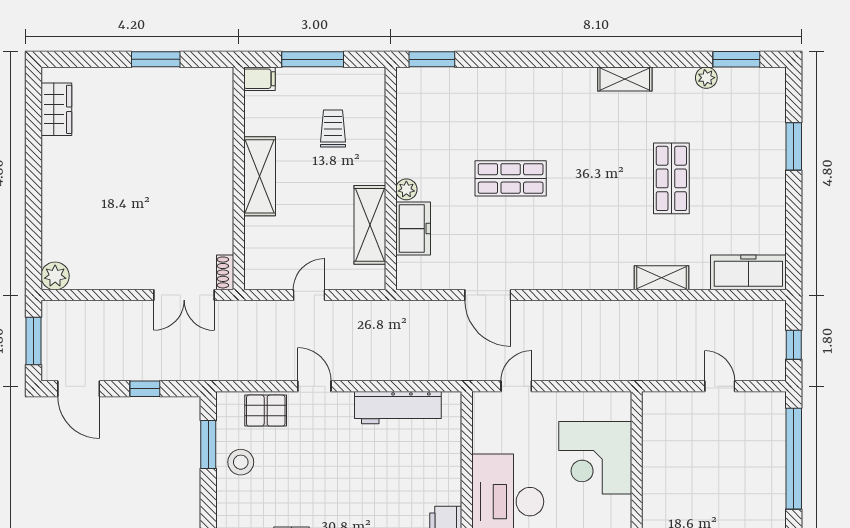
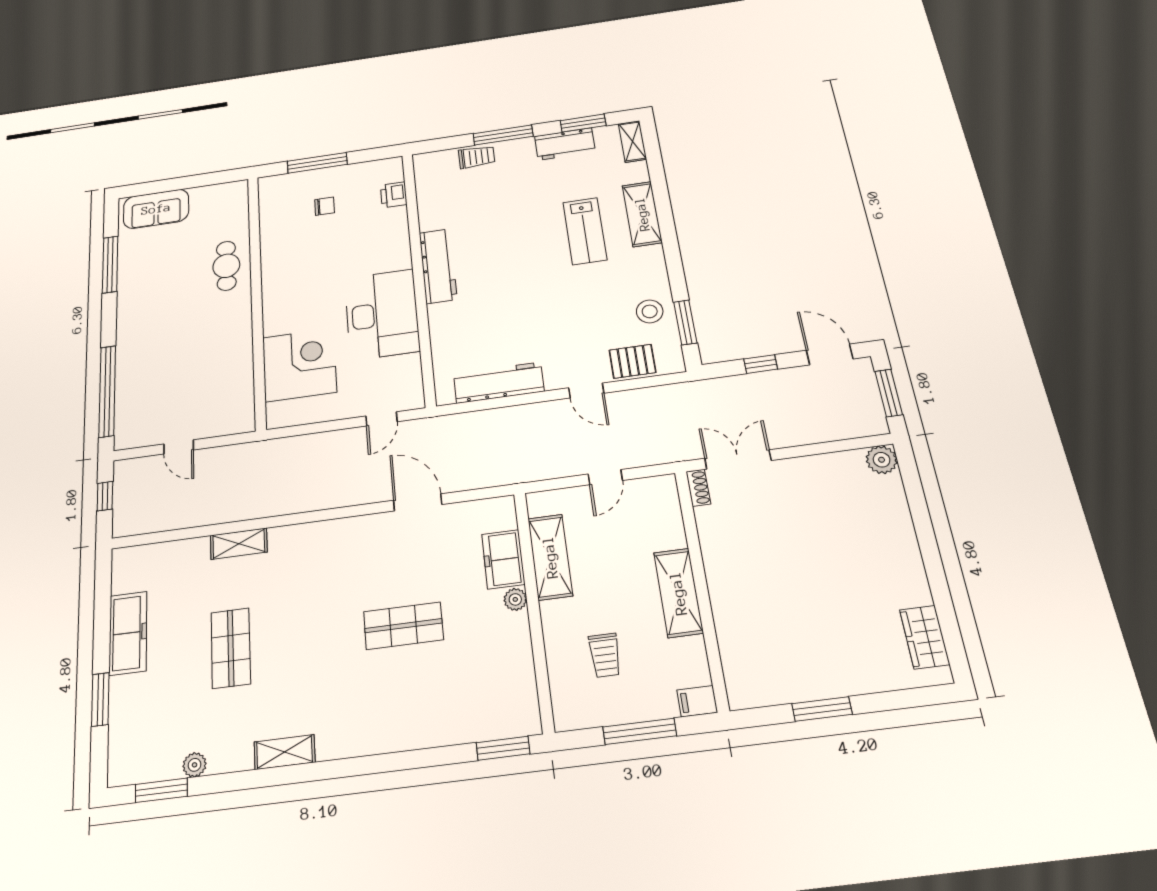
freezer: (748, 272) -> (128, 633), moved, turned -90

